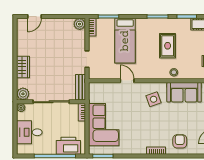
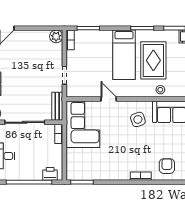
bed: (125, 41) -> (124, 55), moved
rug: (168, 46) -> (153, 60), width x1.36, depth x1.43
corner sofa: (104, 125) -> (83, 124), moved
printer: (68, 146) -> (50, 174), width x0.53, depth x0.68

